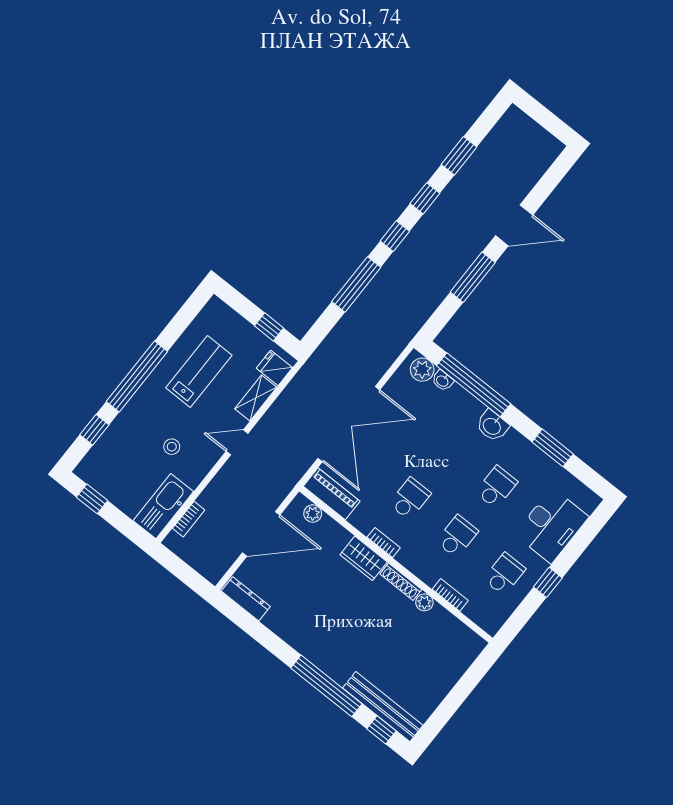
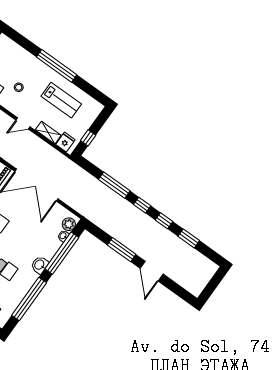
window: (94, 430) -> (26, 44), removed
door: (237, 442) -> (23, 123), swing flipped
window: (553, 448) -> (29, 299), width x2.11

